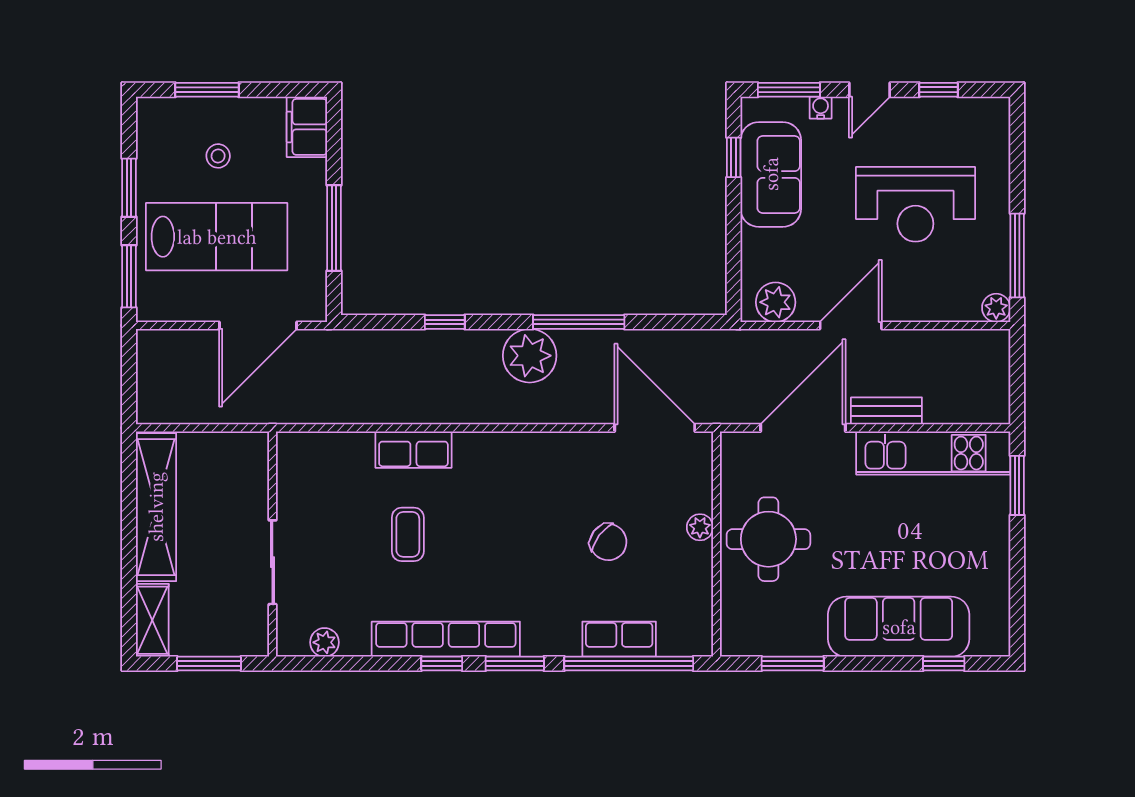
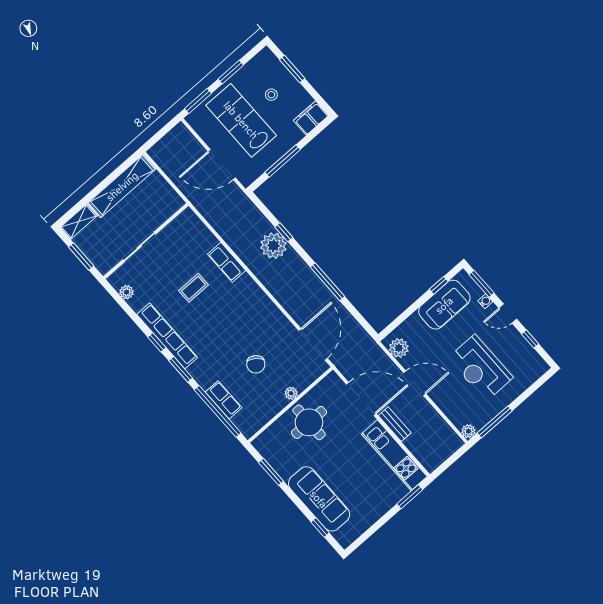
lab bench: (217, 237) -> (241, 120), turned 180
plant: (530, 356) -> (273, 246), moved

